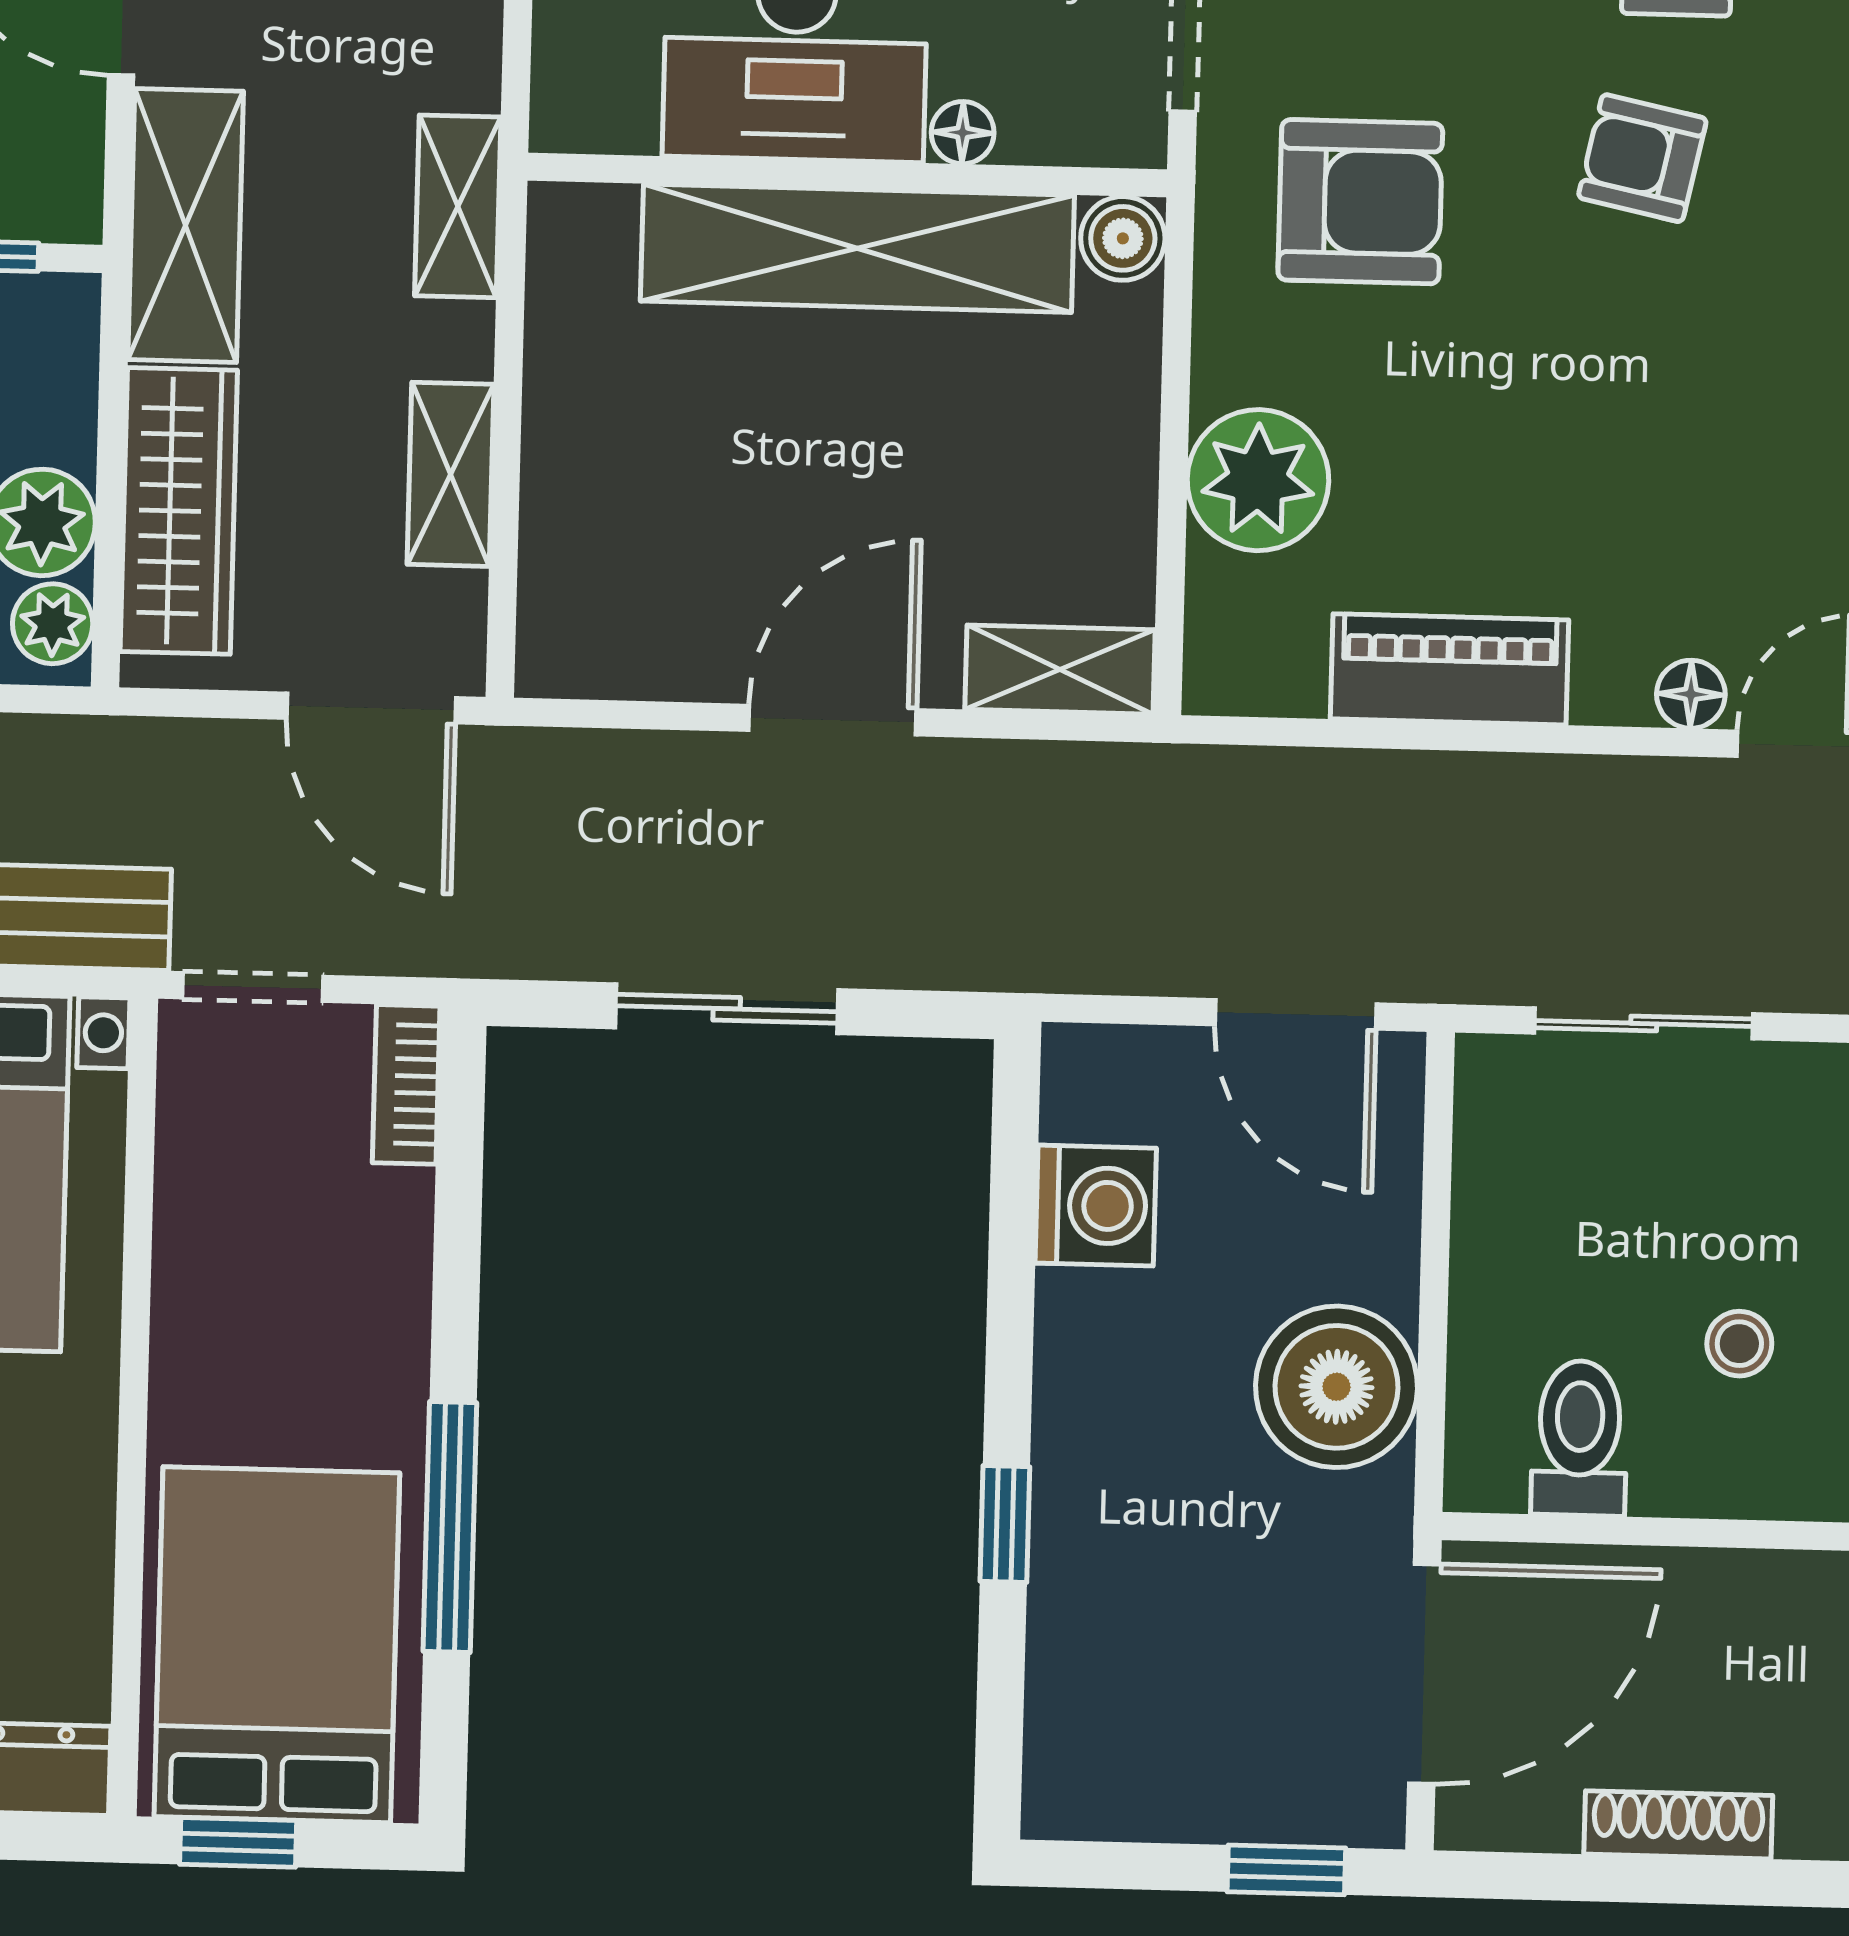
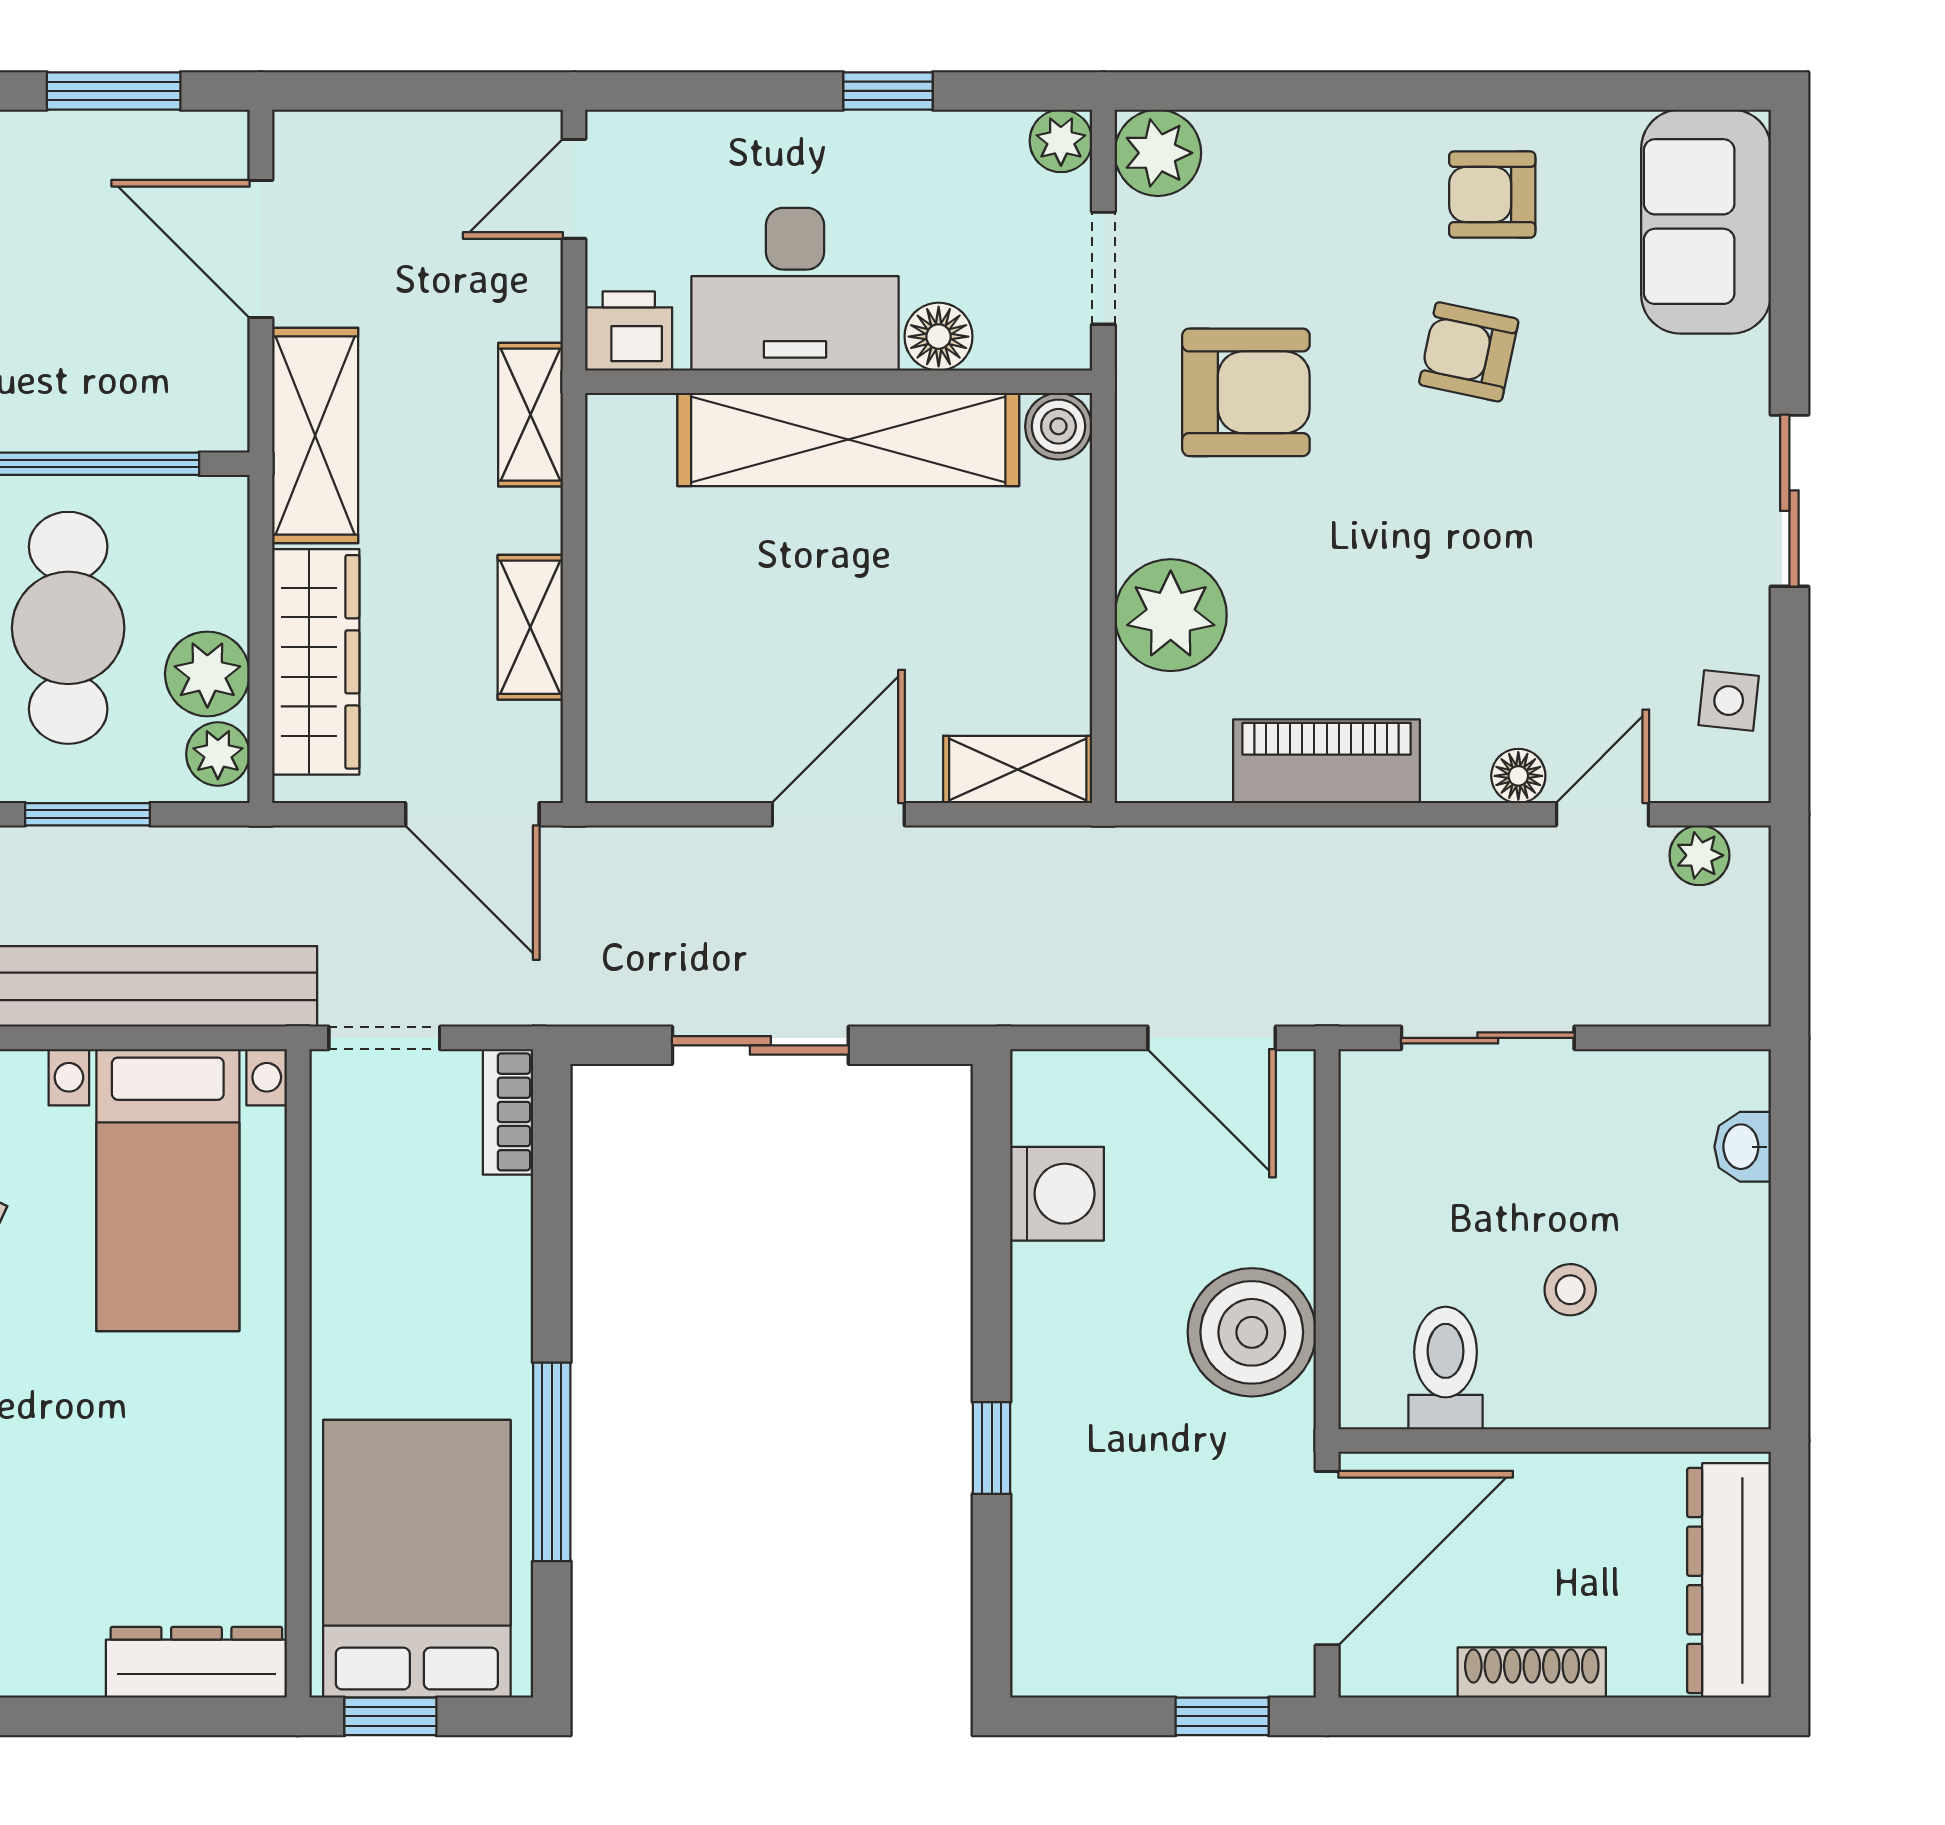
printer: (584, 104) -> (629, 331), added
floor lamp: (963, 133) -> (939, 337), width x1.37, depth x1.37

